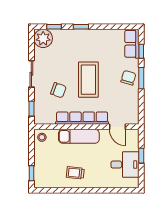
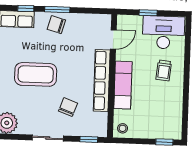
coffee table: (88, 80) -> (36, 74), moved
desk: (125, 165) -> (164, 32), width x1.37
trolley: (75, 173) -> (164, 70), moved

